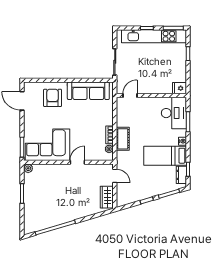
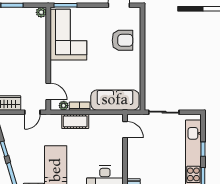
sofa: (88, 91) -> (115, 100), moved, turned 90
door: (77, 162) -> (48, 92), moved

